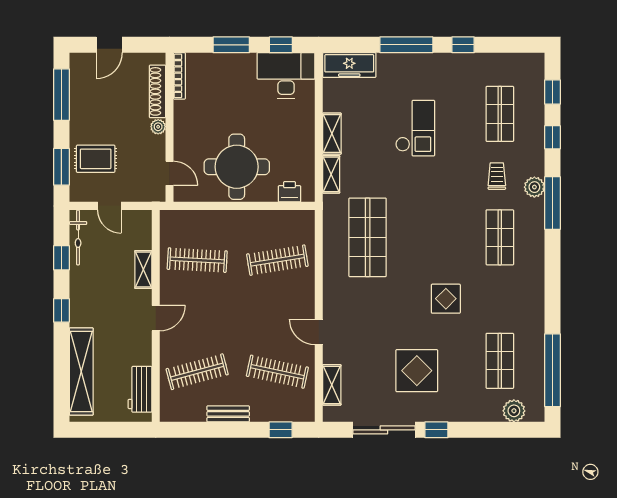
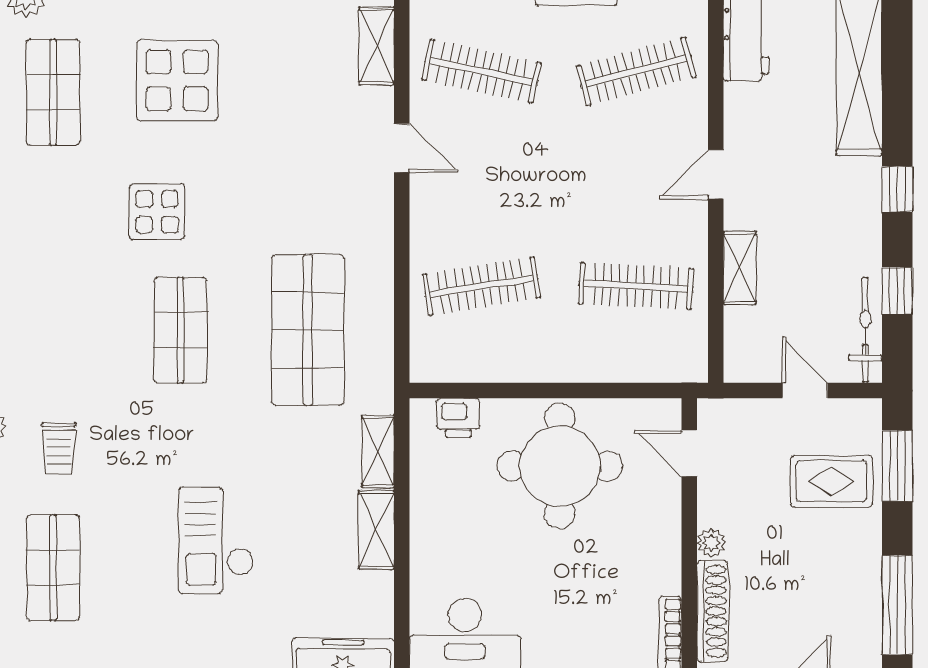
shop shelf: (500, 237) -> (180, 330), moved
display table: (417, 371) -> (177, 80), moved

